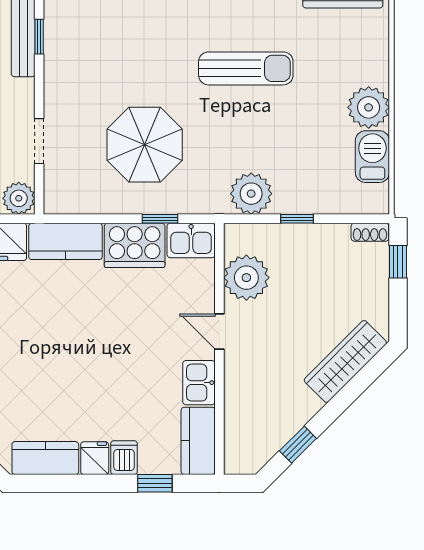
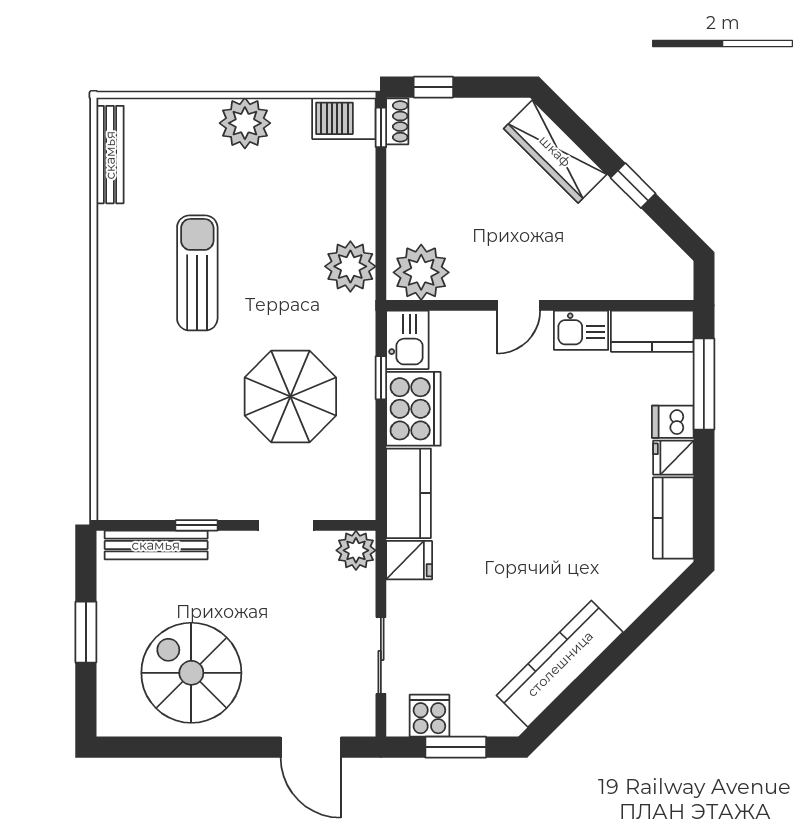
window: (39, 37) -> (196, 525), moved
barbecue: (372, 157) -> (344, 118), moved
window: (297, 219) -> (381, 127), moved
plant: (246, 278) -> (421, 272), moved
window: (298, 445) -> (633, 186), moved
window: (155, 483) -> (704, 384), width x2.17

